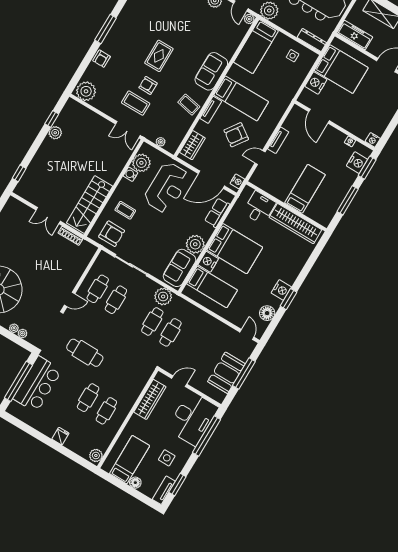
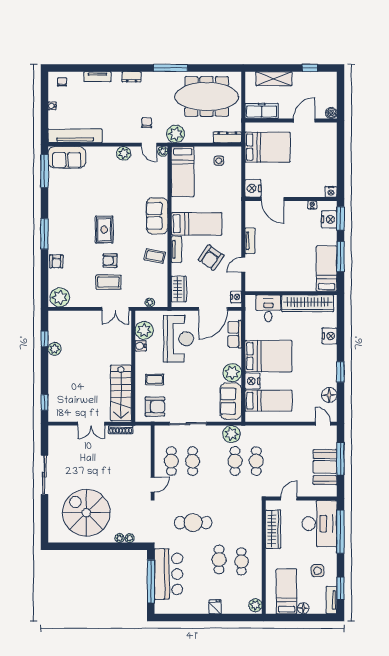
nightstand: (316, 83) -> (253, 188), moved
bed: (305, 189) -> (327, 269), moved
nightstand: (281, 290) -> (330, 336), moved

